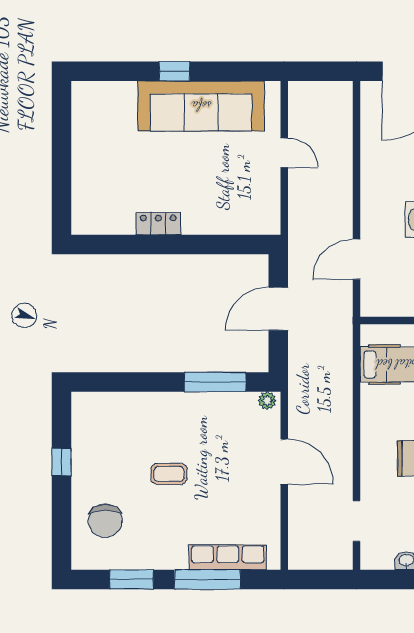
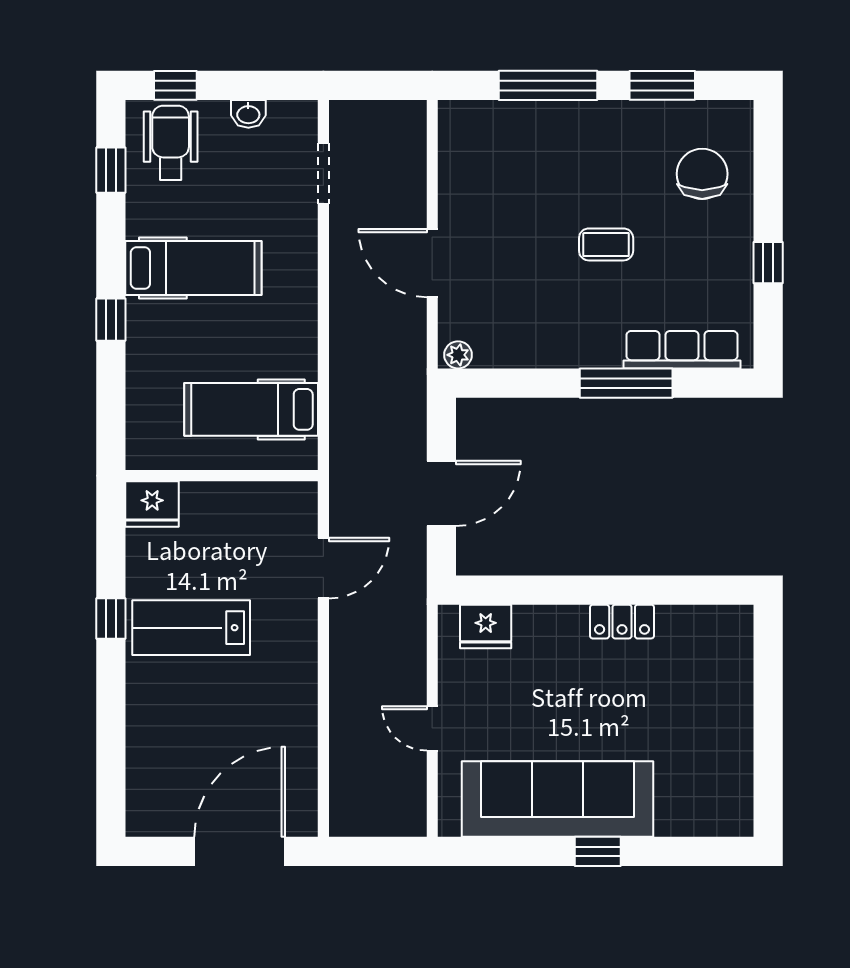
fridge: (249, 220) -> (486, 627), added
window: (215, 382) -> (626, 383), moved
row of seats: (228, 557) -> (682, 350), moved, turned 180

